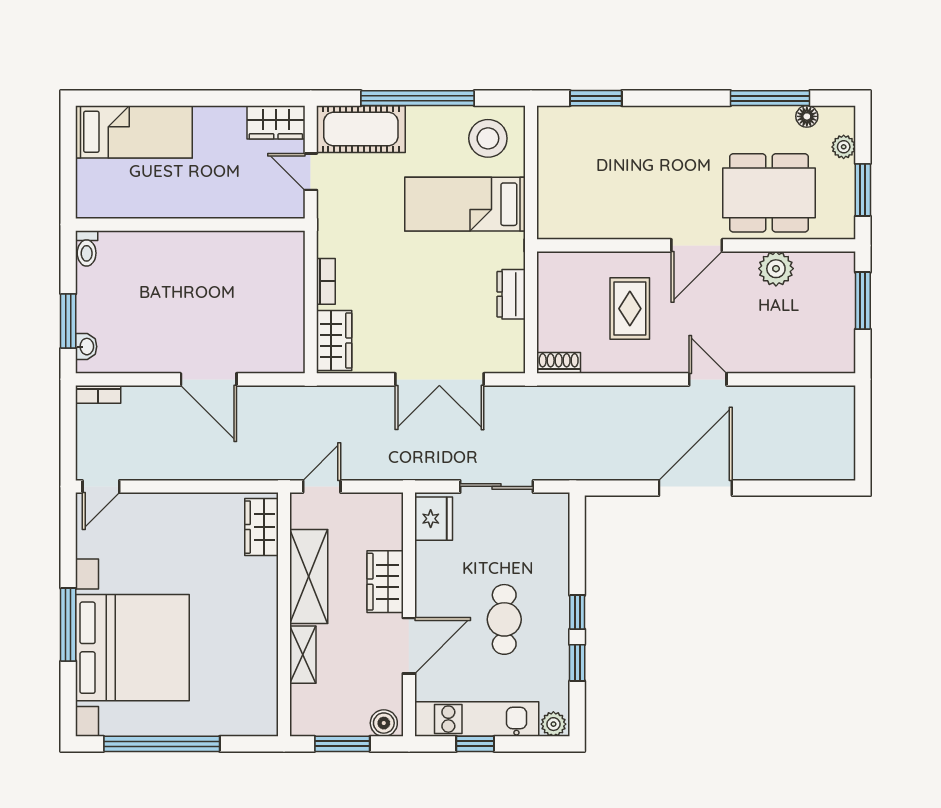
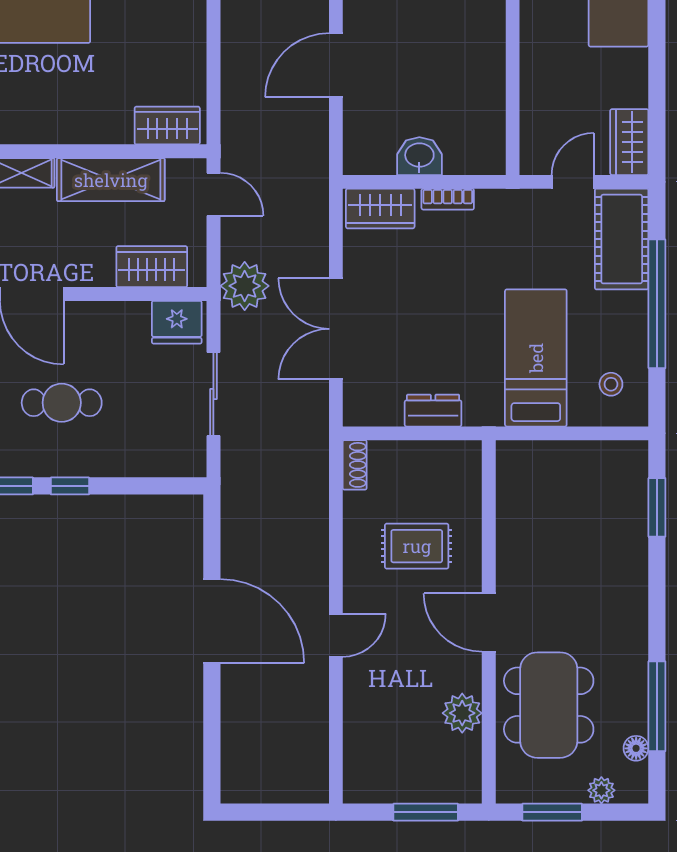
stool: (488, 138) -> (611, 384), width x0.53, depth x0.53
washbasin: (288, 306) -> (419, 156), added
plant: (402, 459) -> (245, 286), added
wardrobe: (385, 582) -> (152, 267), moved

